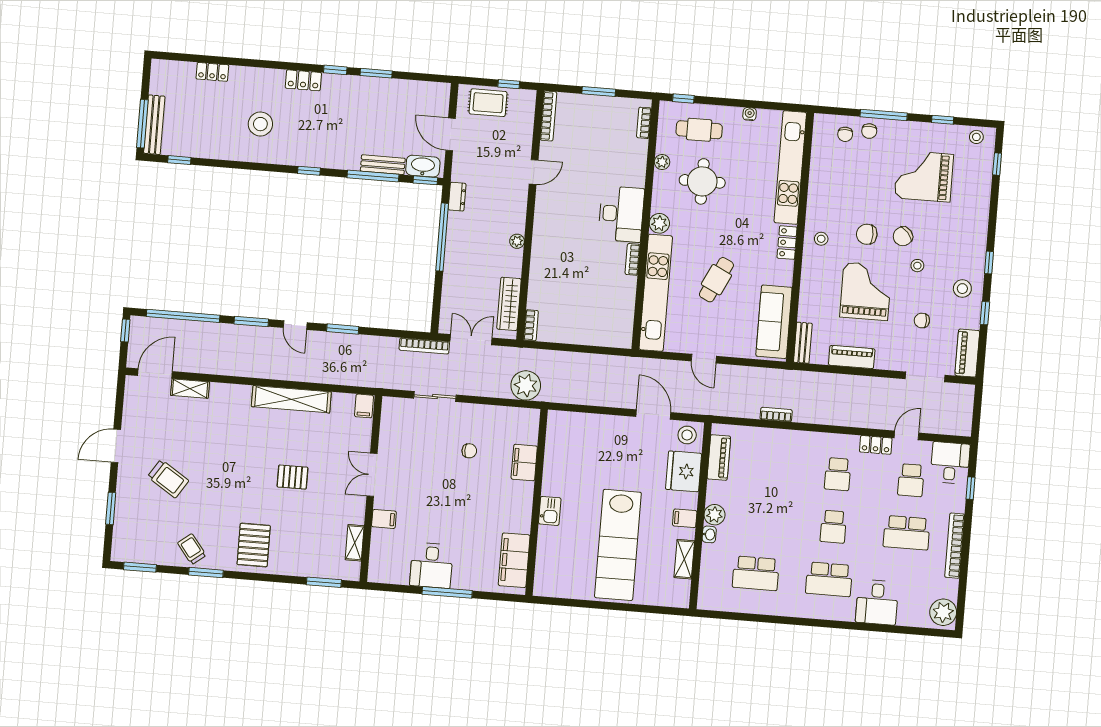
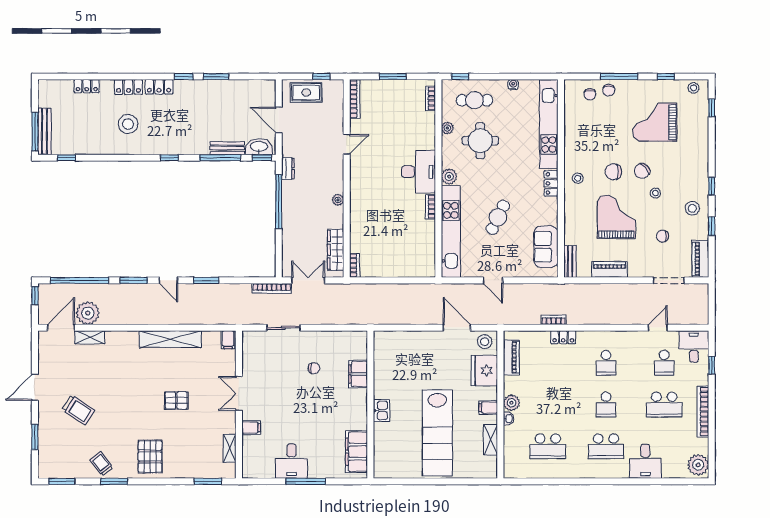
locker: (265, 77) -> (128, 87), added
sofa: (774, 322) -> (546, 247), width x0.73
plant: (526, 385) -> (88, 313), moved
locker: (876, 445) -> (563, 337), moved

